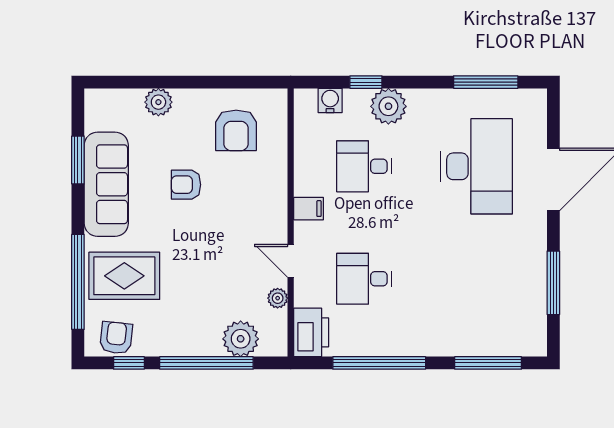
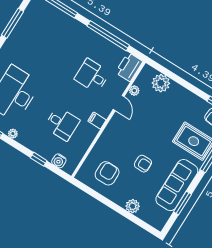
plant: (388, 106) -> (13, 134), moved, width x0.53, depth x0.53
desk: (364, 279) -> (92, 76), turned 180
window: (206, 363) -> (182, 82), removed

